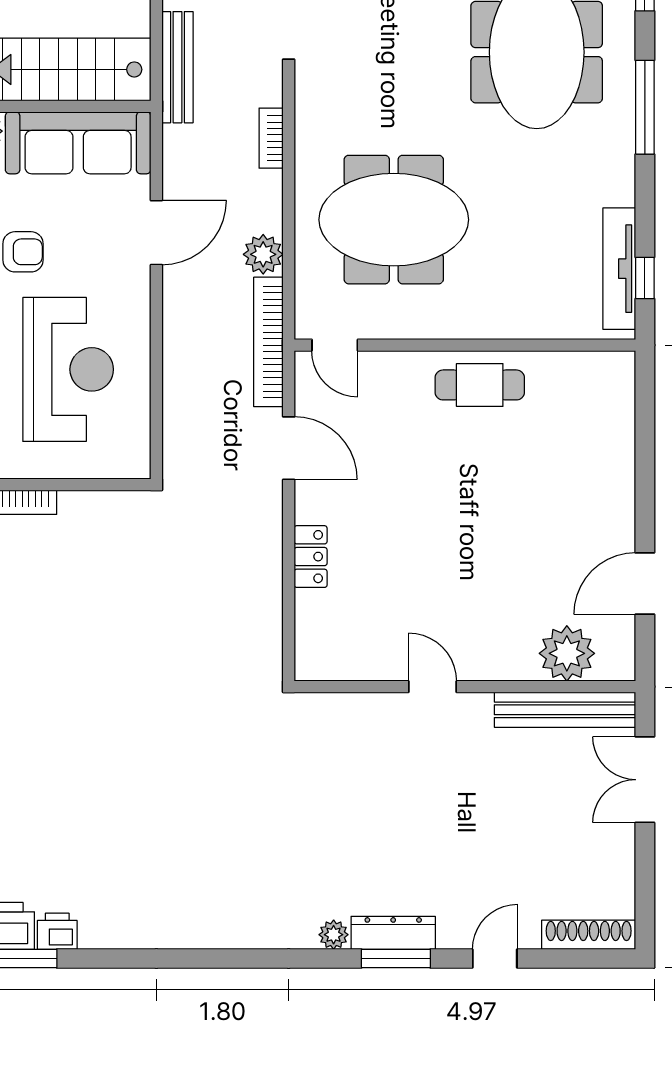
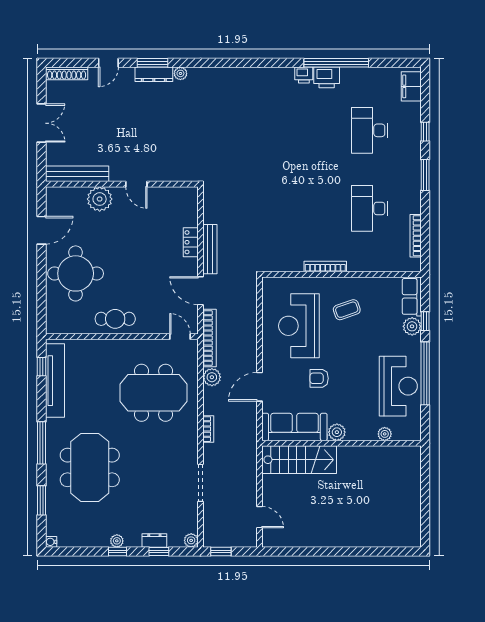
bench: (177, 67) -> (210, 249), moved
tv unit: (619, 269) -> (55, 381), width x1.36, depth x1.29
round table: (568, 487) -> (76, 273), added
plant: (567, 653) -> (100, 199), moved
double door: (645, 780) -> (41, 123), moved

